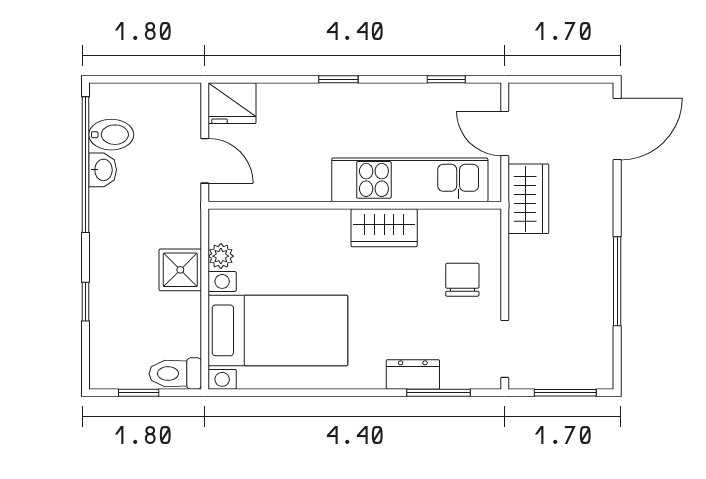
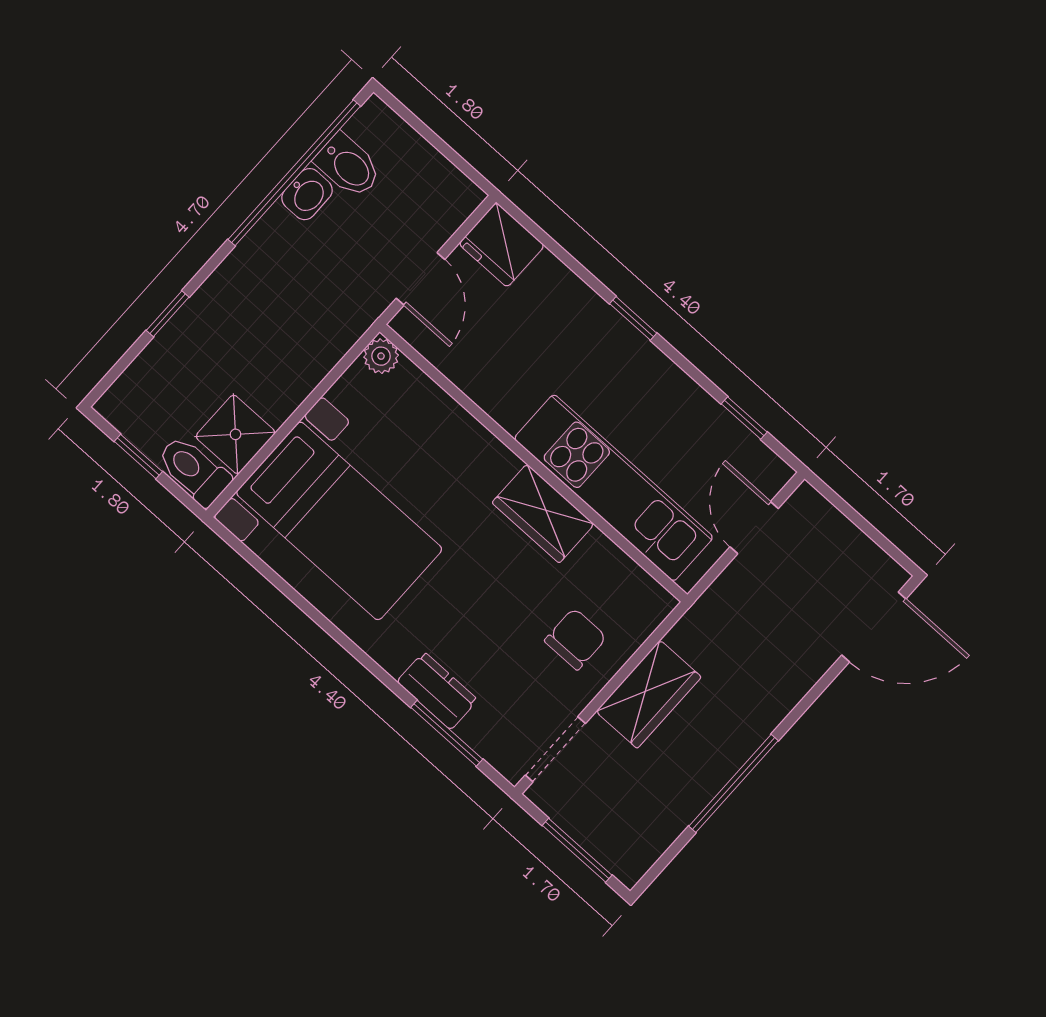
wardrobe: (528, 199) -> (649, 694), moved
plant: (221, 256) -> (381, 356), moved
shower: (180, 270) -> (236, 434), moved

